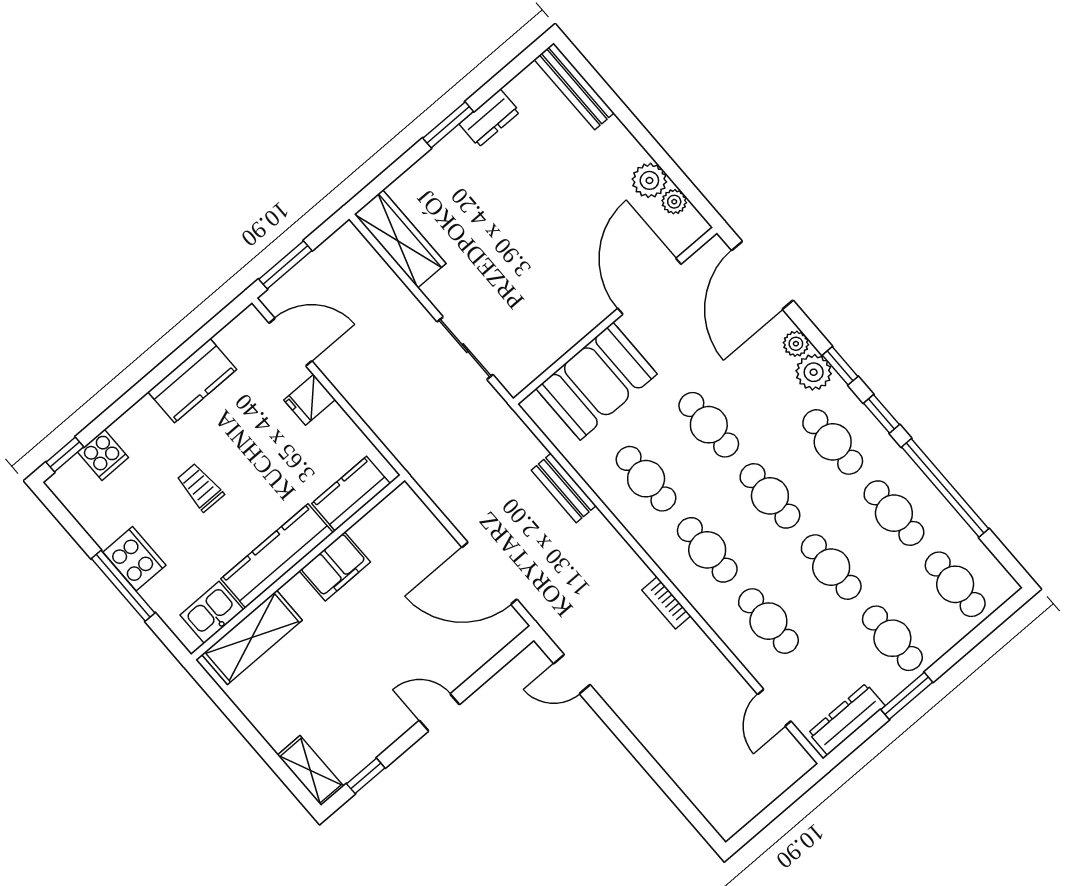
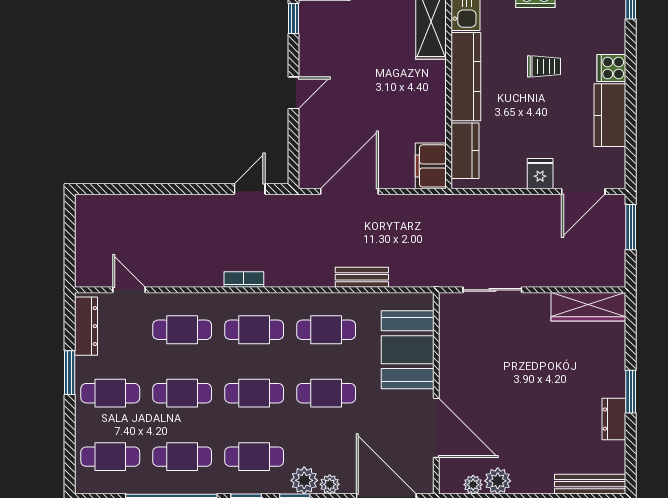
cooker: (103, 455) -> (611, 68), moved
filing cabinet: (335, 566) -> (431, 166), moved

